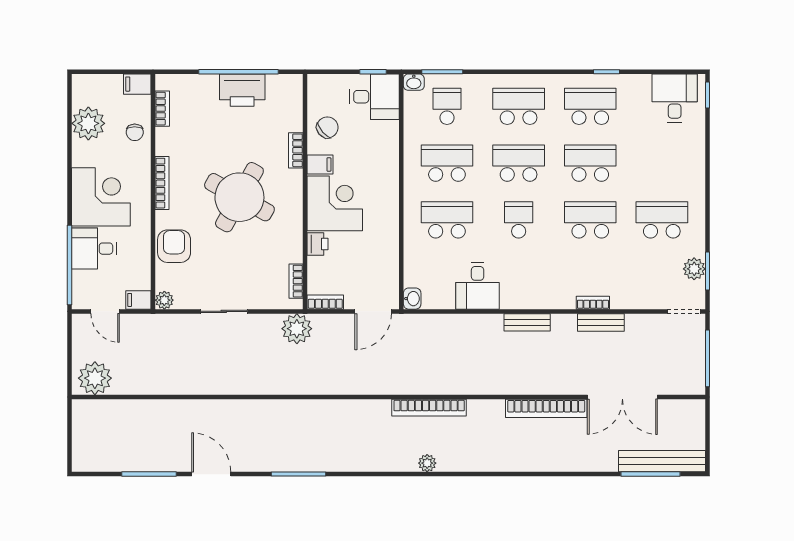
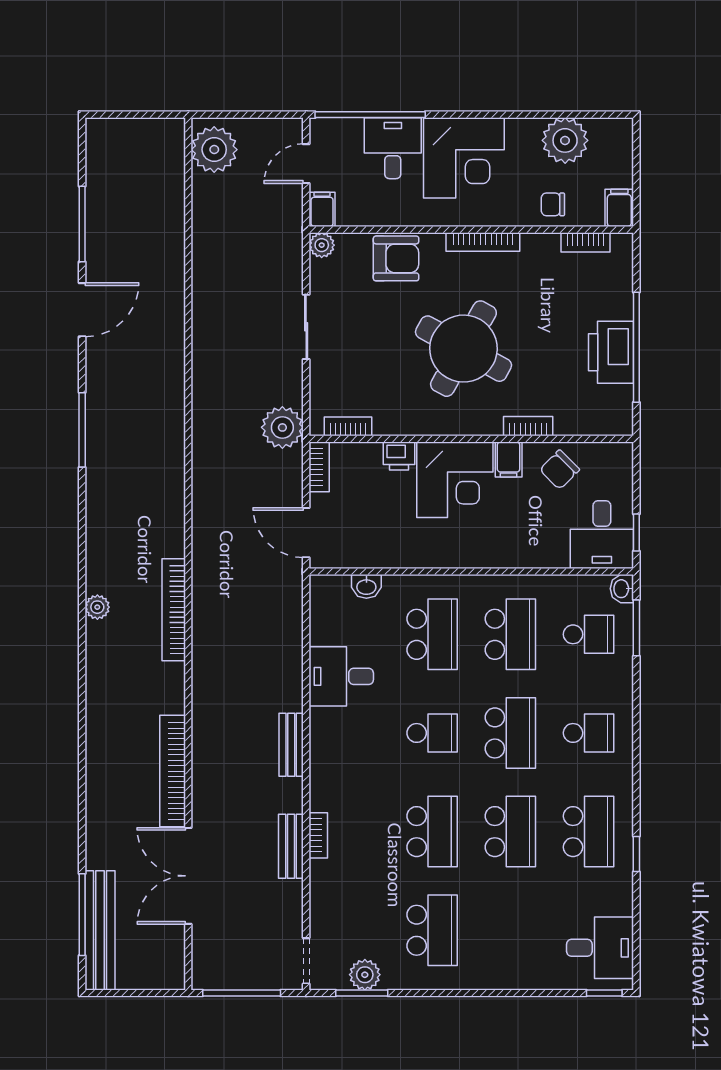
school desk: (519, 106) -> (589, 733), width x0.54
chair: (327, 127) -> (560, 470), turned 86
washbasin: (412, 299) -> (366, 586), moved

